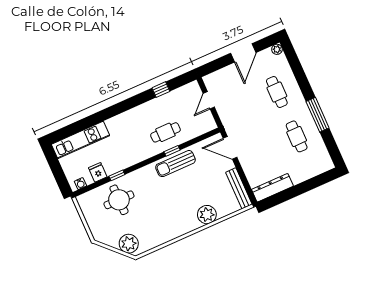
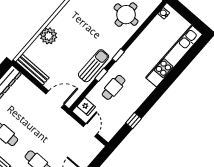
kitchen unit: (81, 140) -> (174, 56), width x1.36
fridge: (98, 172) -> (86, 107), moved
window: (117, 175) -> (118, 55), moved

